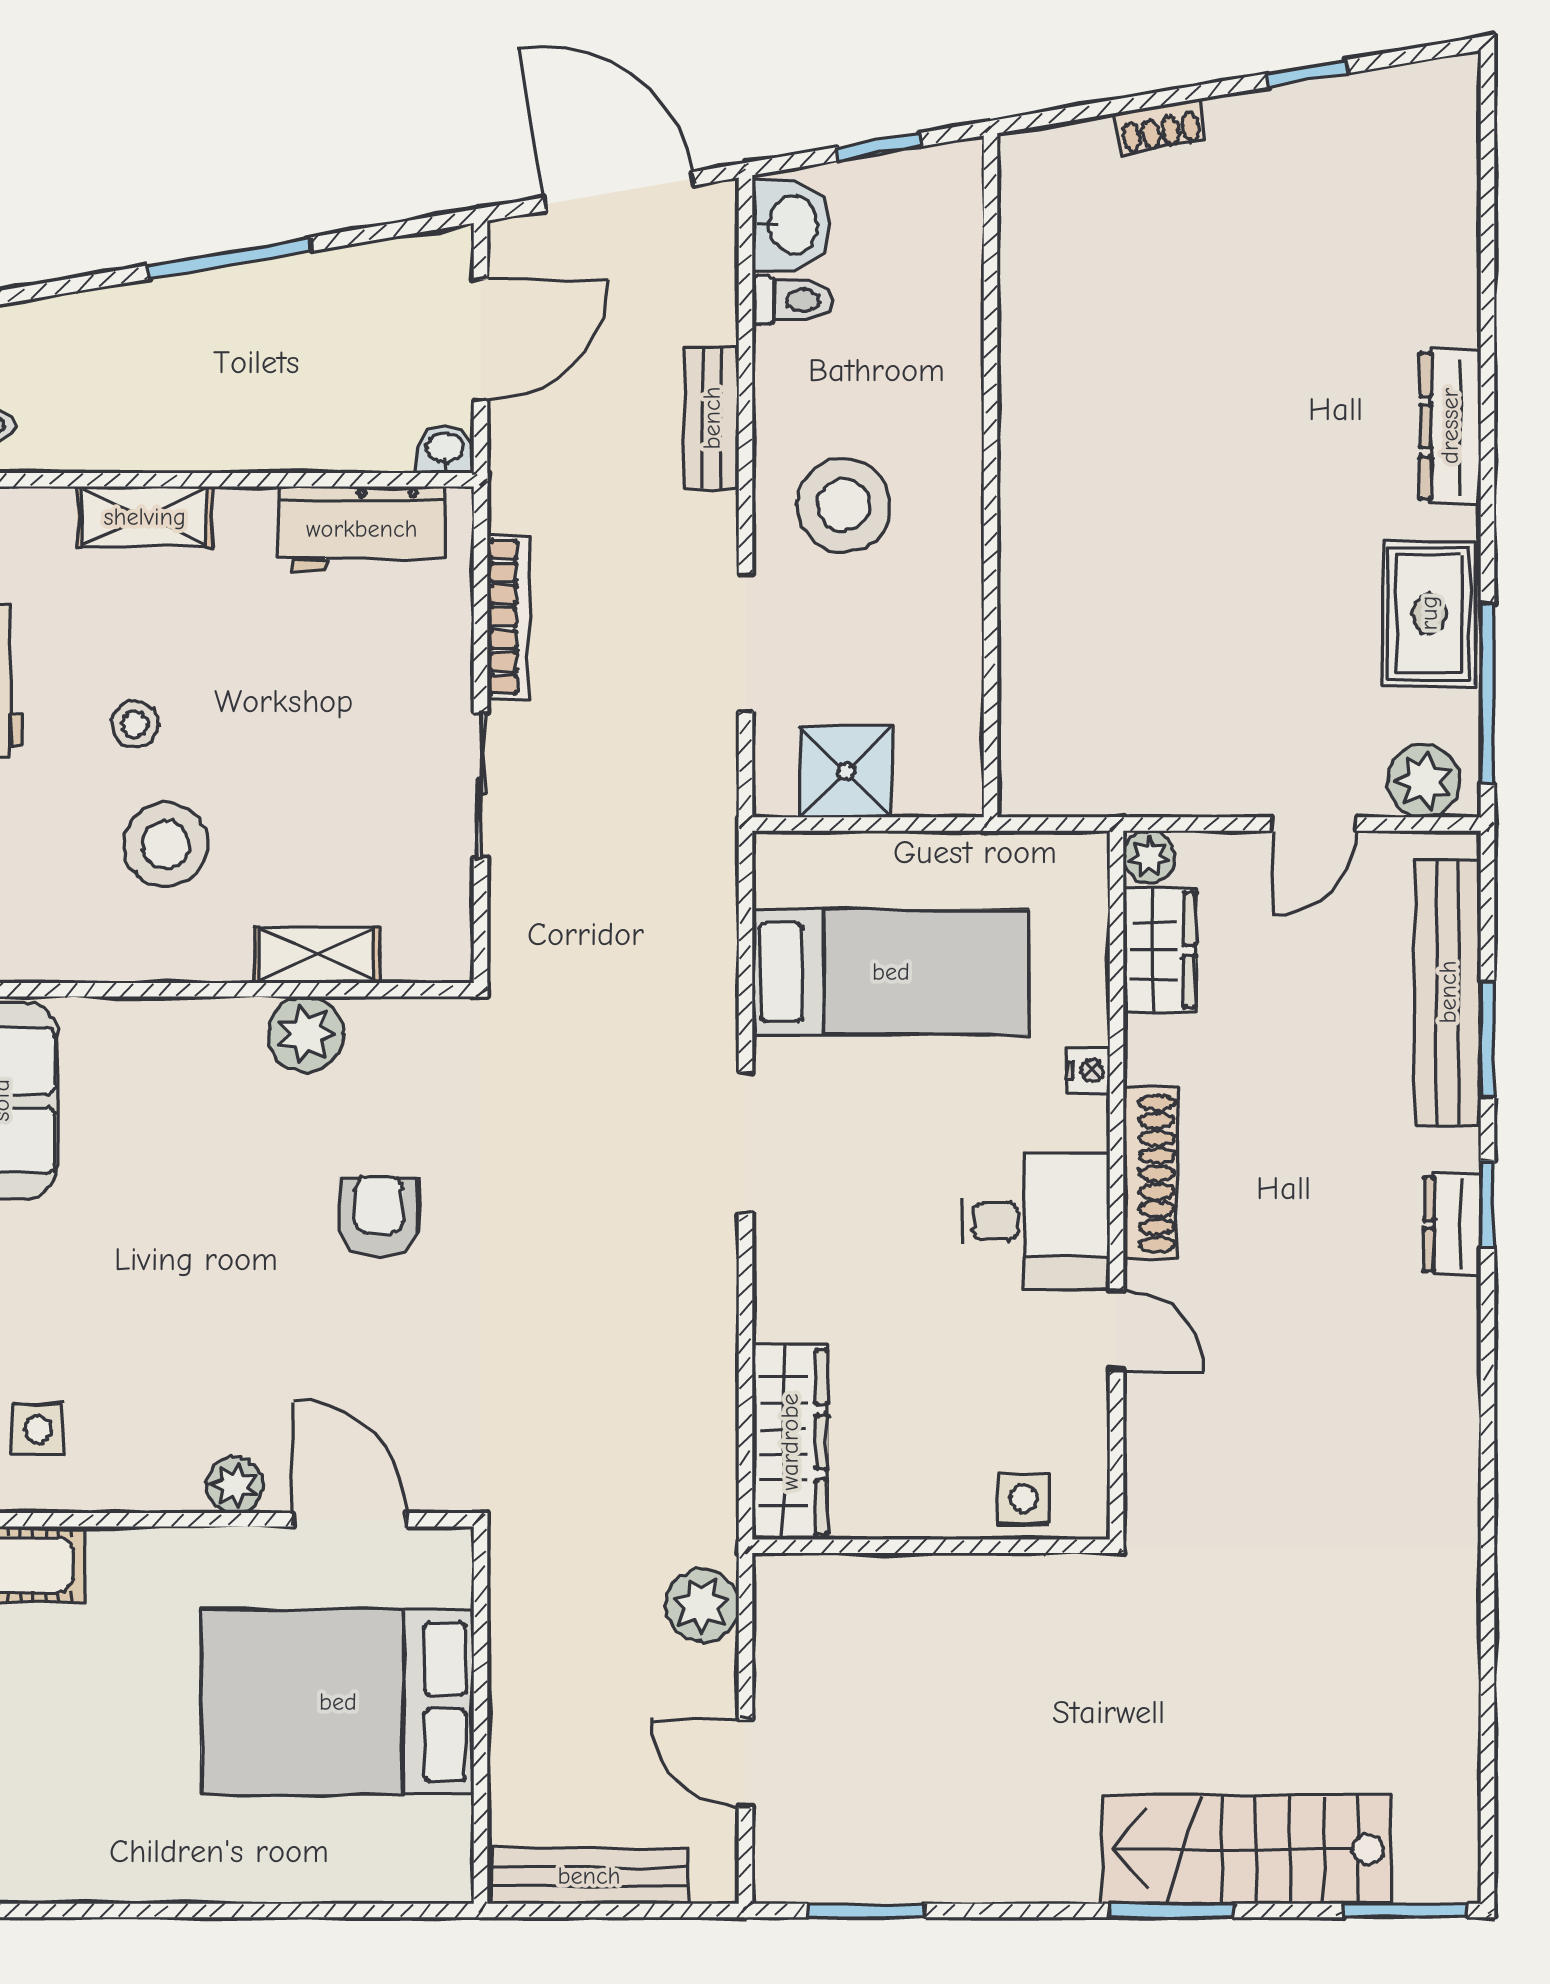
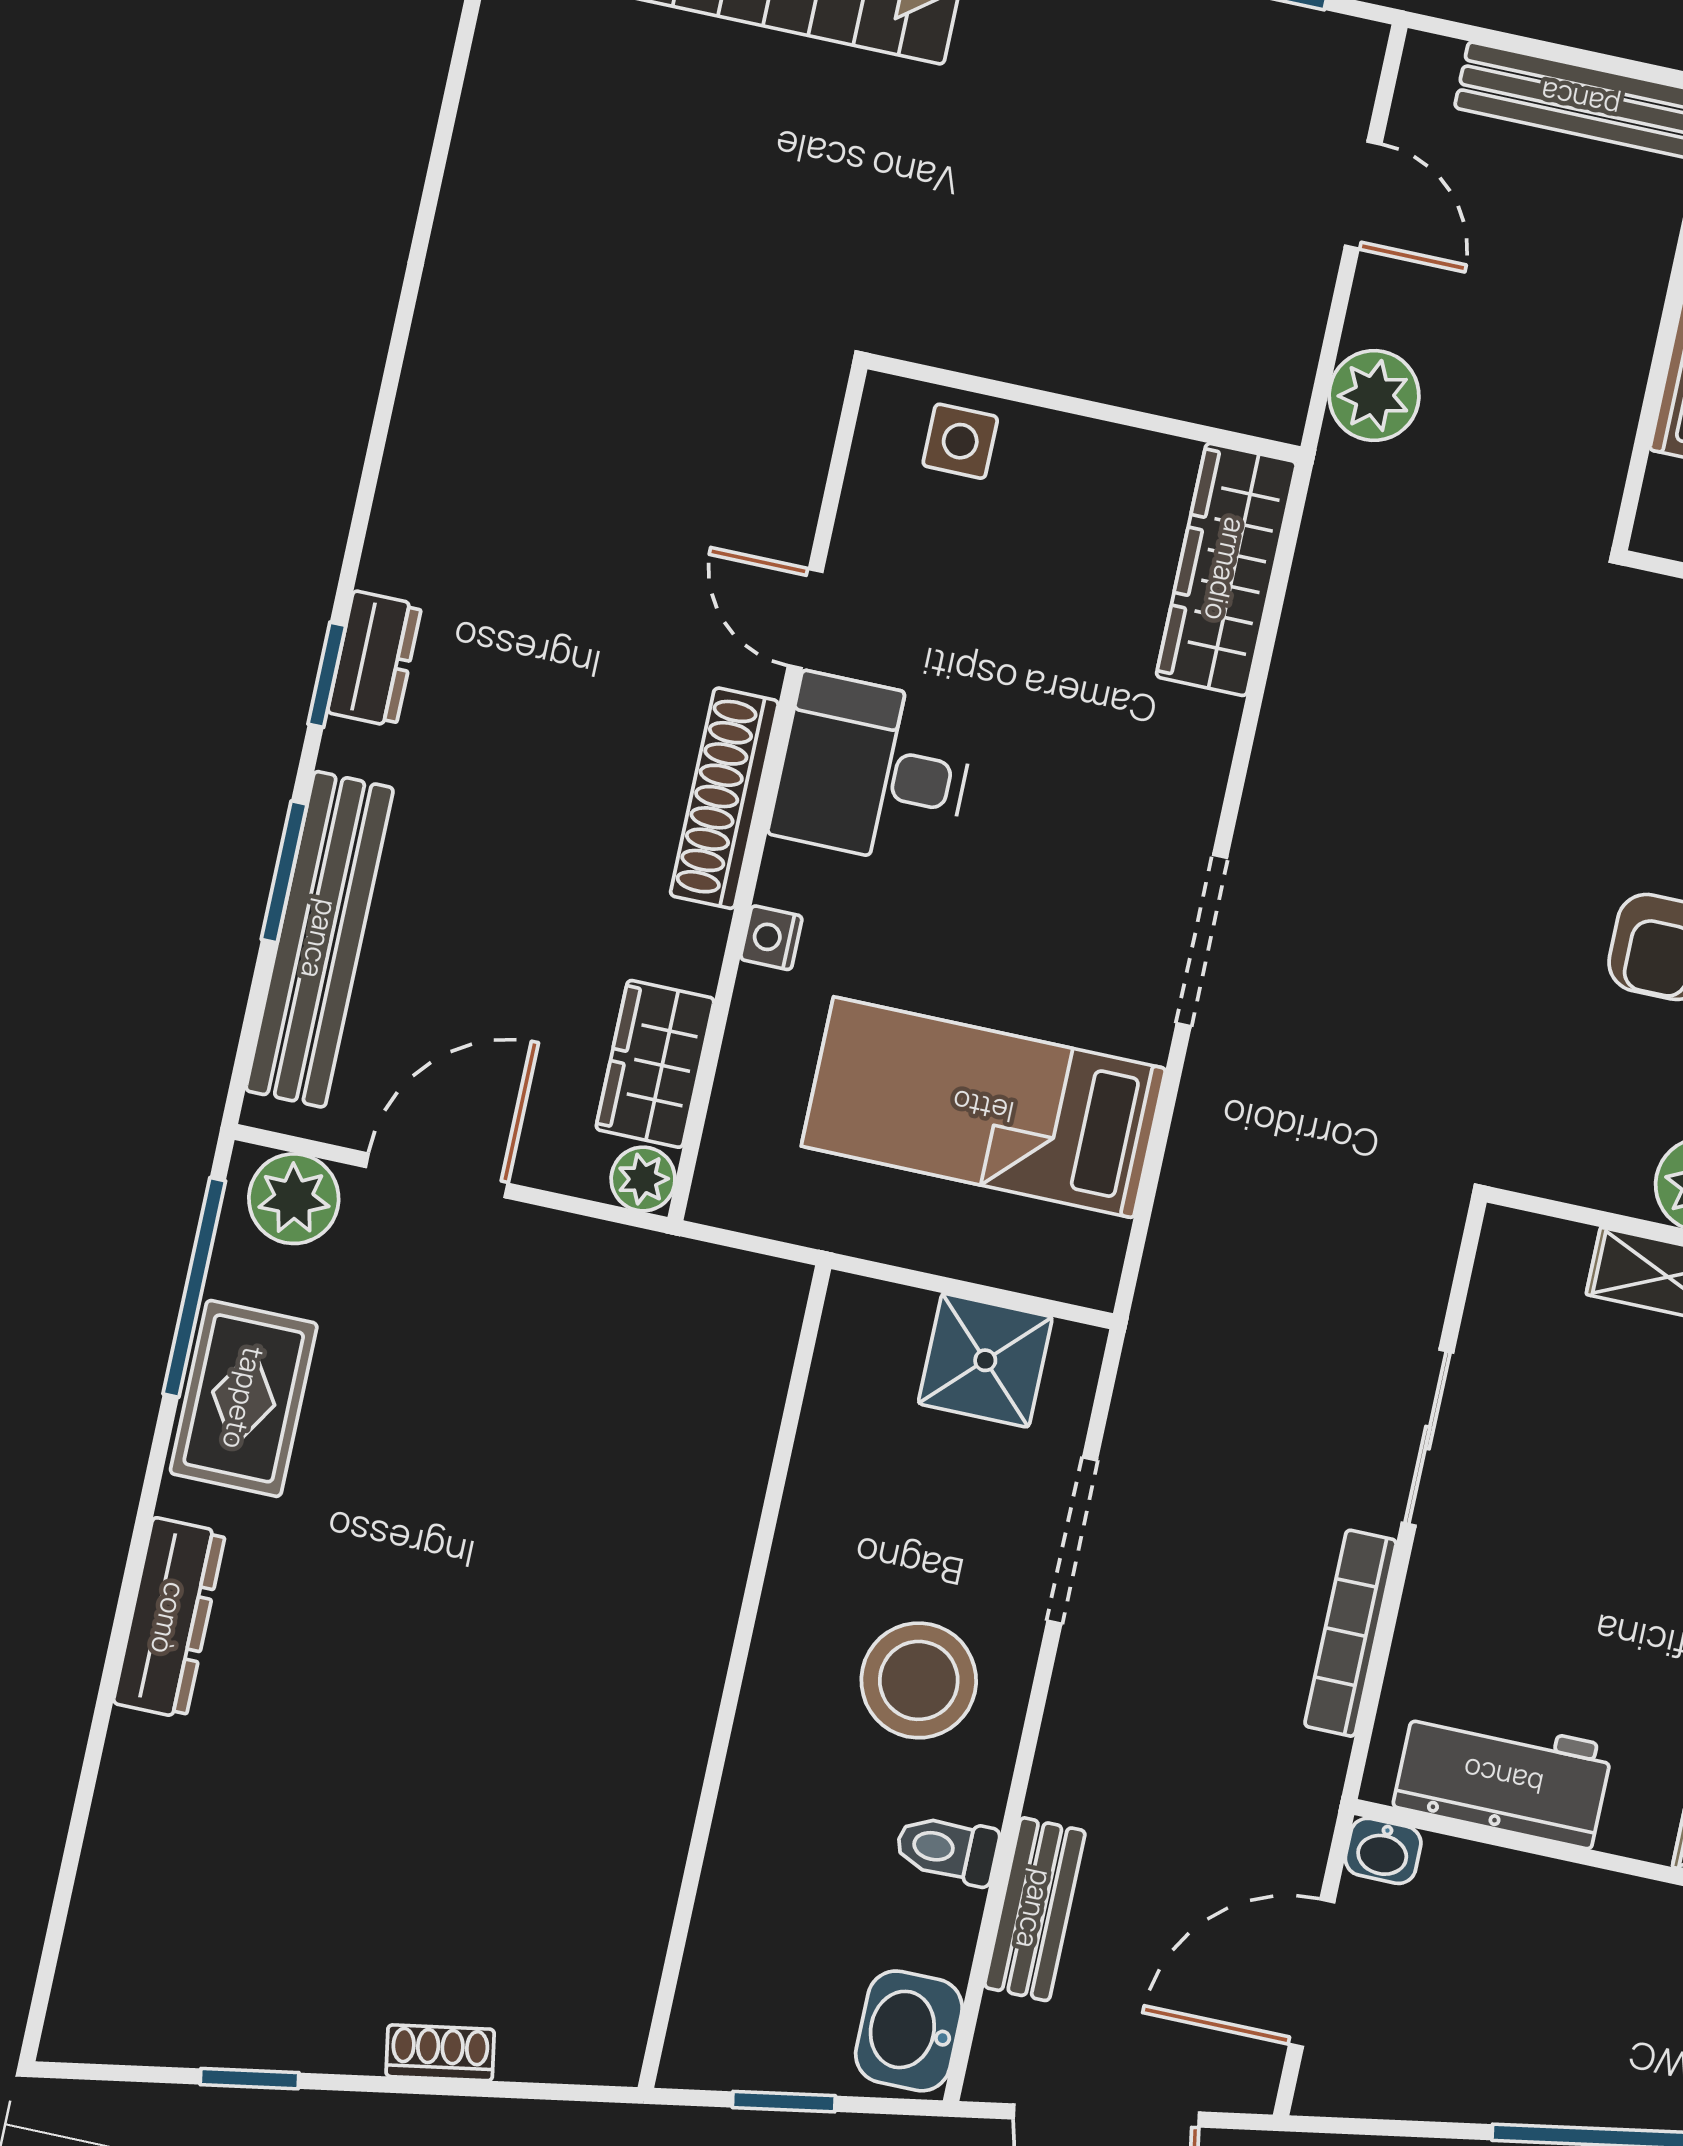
toilet: (792, 301) -> (947, 1849), moved
bench: (712, 418) -> (1035, 1909), moved
door: (1314, 824) -> (437, 1175), width x1.37

